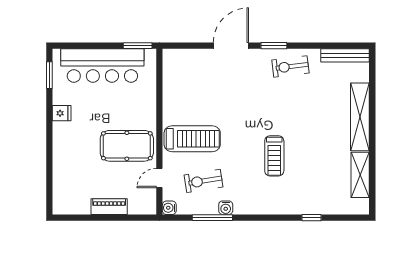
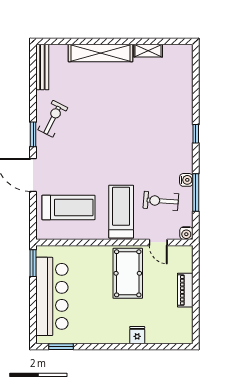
exercise bike: (290, 67) -> (53, 119), turned -146
fridge: (62, 113) -> (137, 335), moved
treadmill: (274, 156) -> (68, 207), moved, width x1.37, depth x1.38
shelving: (360, 175) -> (148, 51), width x0.67, depth x0.75
exercise bike: (203, 181) -> (161, 201), turned 103
window: (311, 218) -> (196, 134), moved

